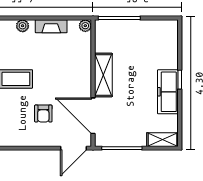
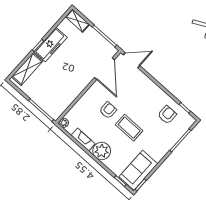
plant: (23, 26) -> (102, 151), width x1.87, depth x1.87
shelving: (103, 75) -> (27, 69), moved
armchair: (43, 113) -> (108, 110), moved

